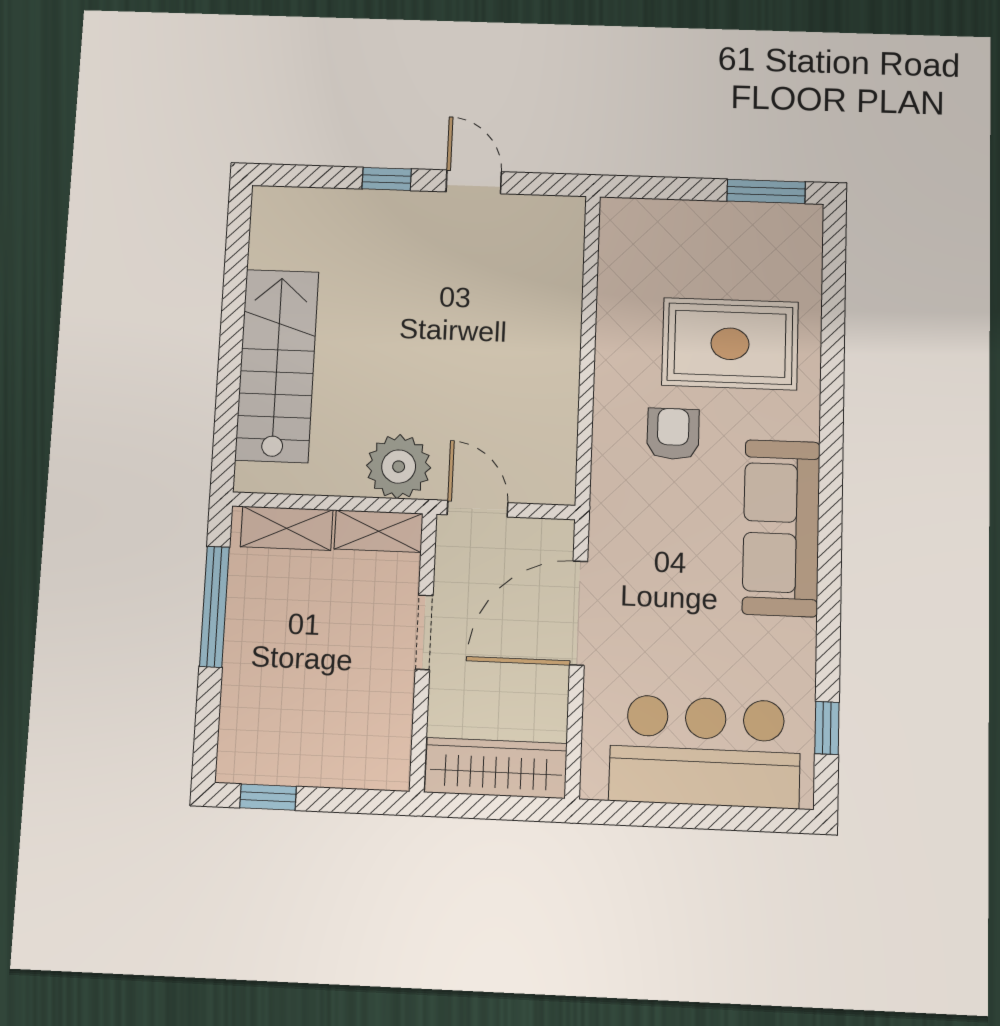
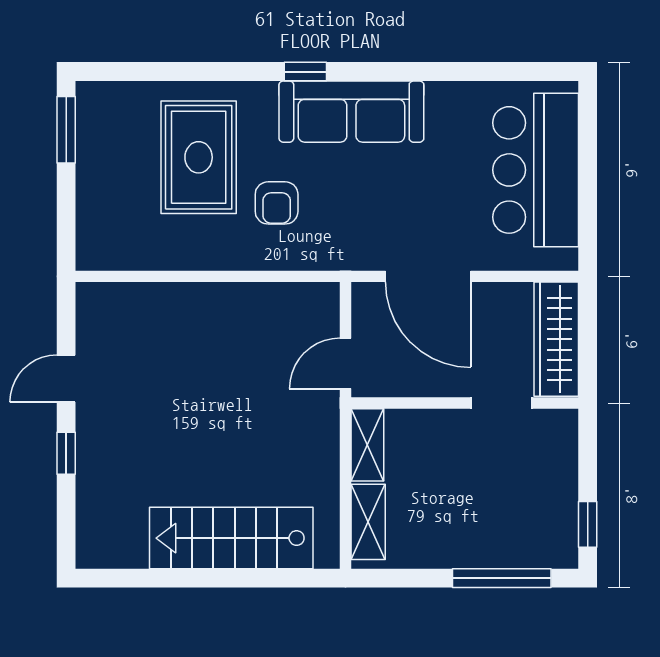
armchair: (673, 434) -> (277, 203), turned -90
plant: (399, 467) -> (313, 431), removed
window: (214, 607) -> (502, 578), moved
doorway: (424, 632) -> (501, 403), moved
window: (827, 728) -> (305, 72), moved

